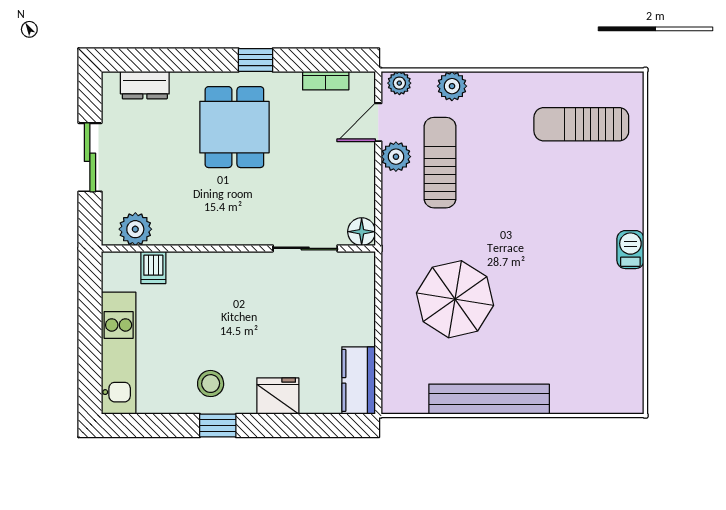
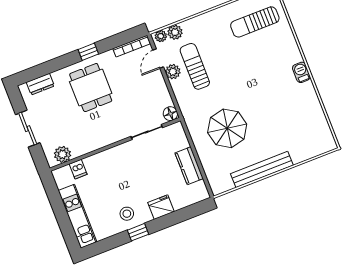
bookcase: (326, 81) -> (132, 46), width x1.56
plant: (452, 86) -> (175, 32), moved
kitchen counter: (359, 380) -> (189, 166), moved

